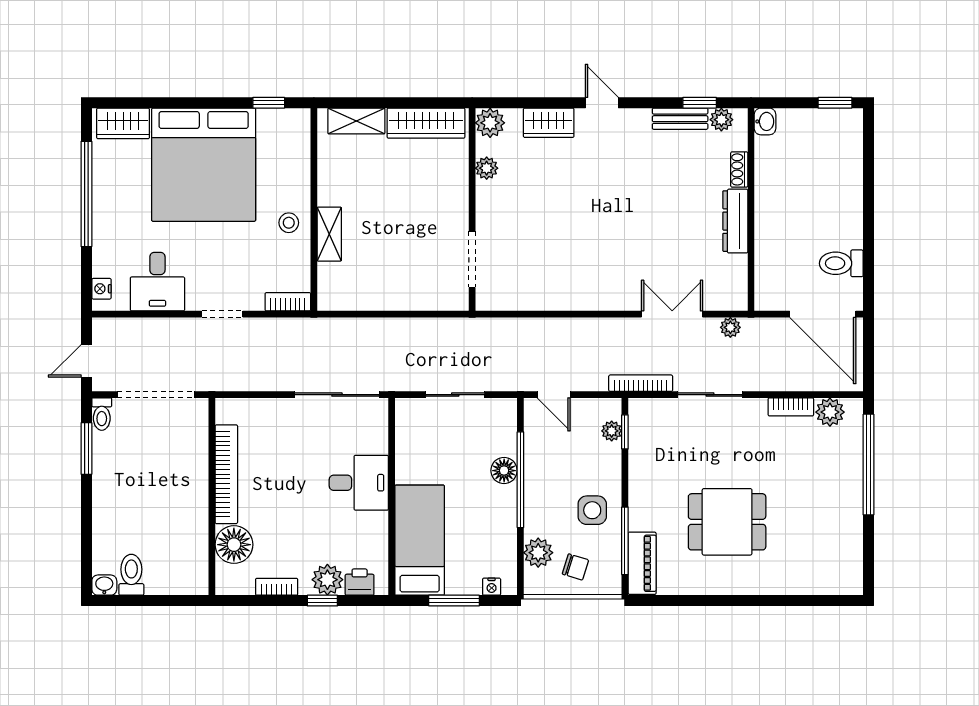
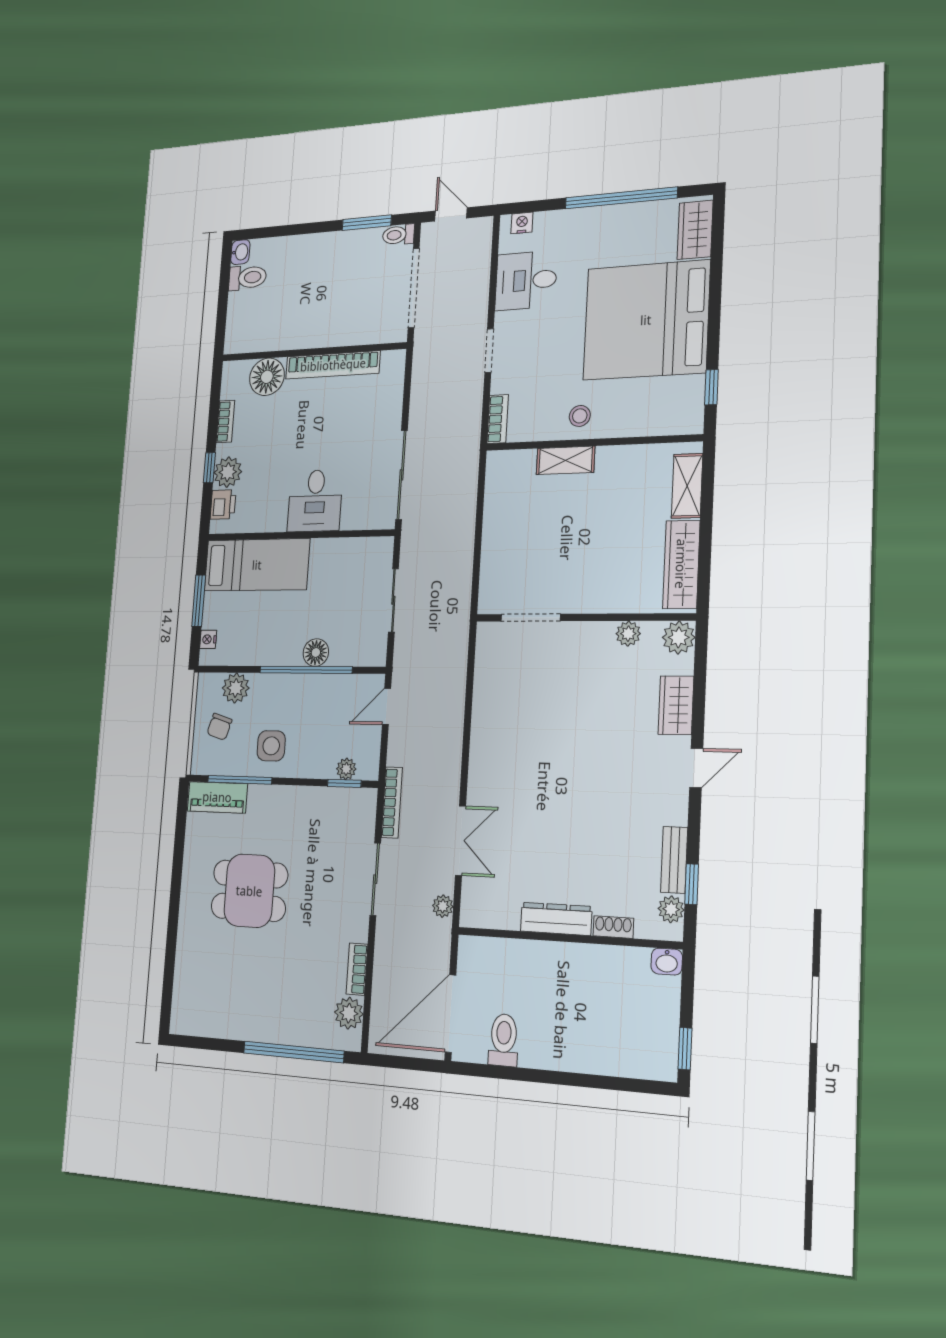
dining table: (727, 522) -> (249, 891), turned 90

